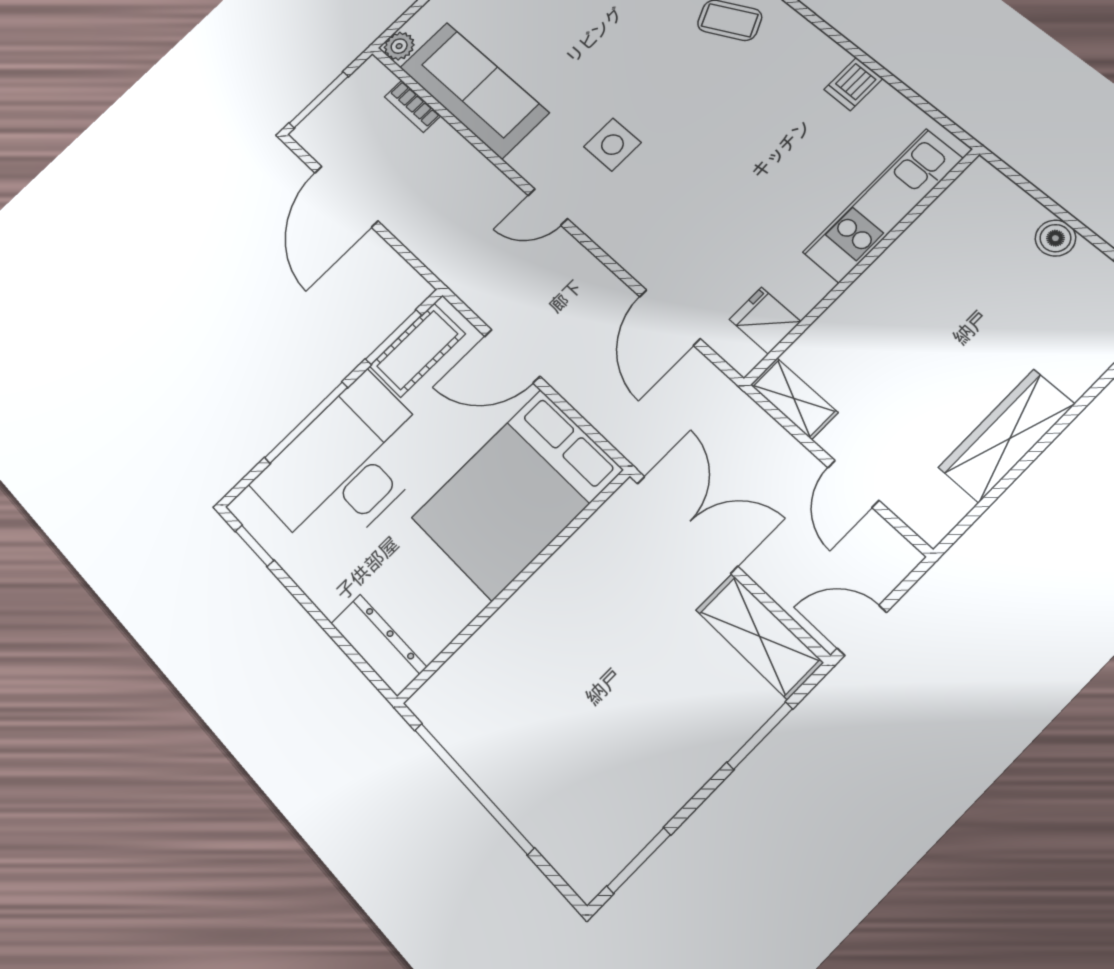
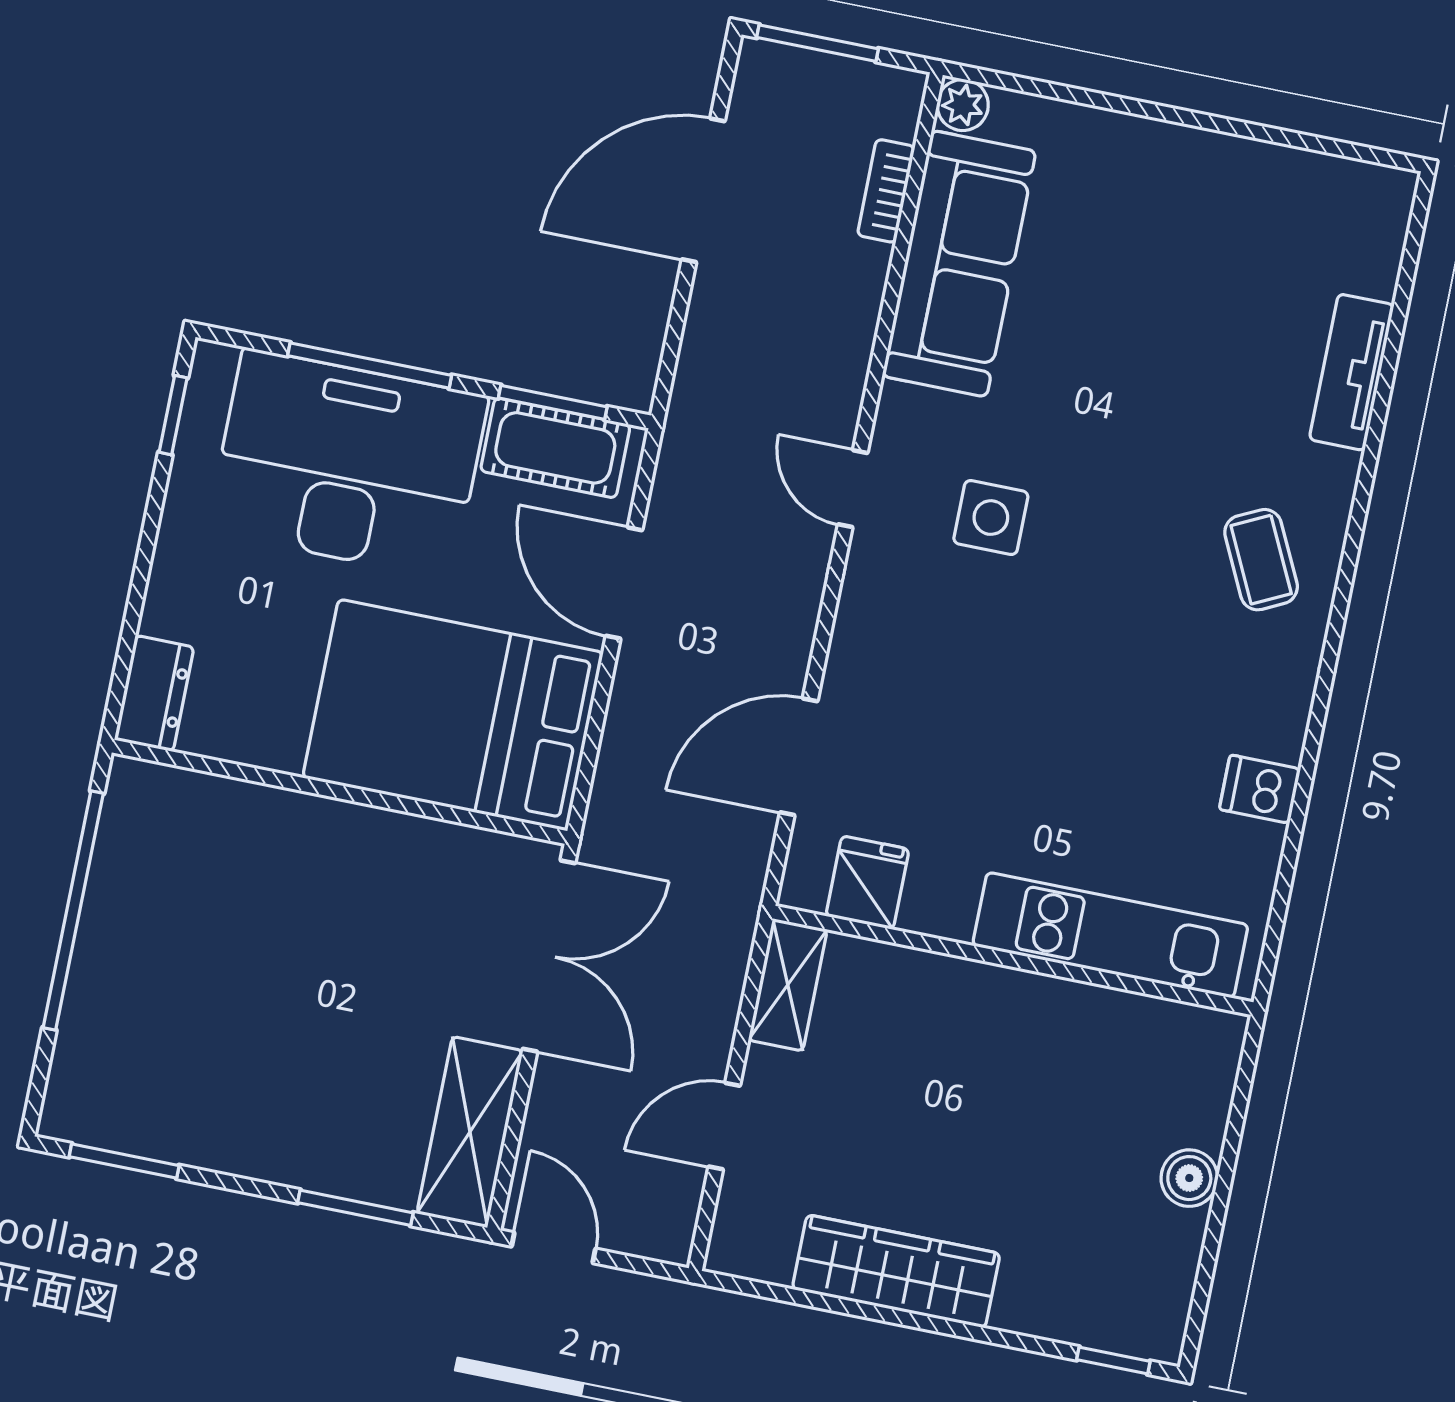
dresser: (378, 645) -> (154, 693), width x0.70

